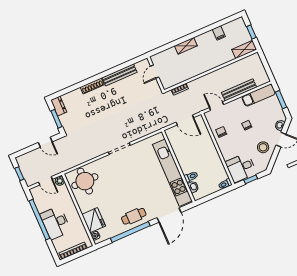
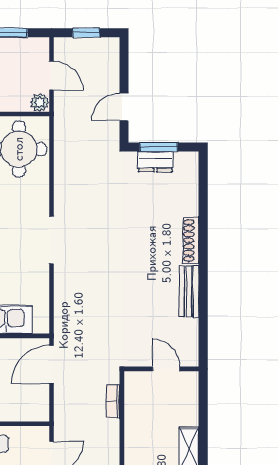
bench: (120, 75) -> (189, 291), width x0.73
dresser: (59, 106) -> (155, 162), moved
door: (185, 120) -> (52, 364), moved
door: (45, 181) -> (52, 76), swing flipped

